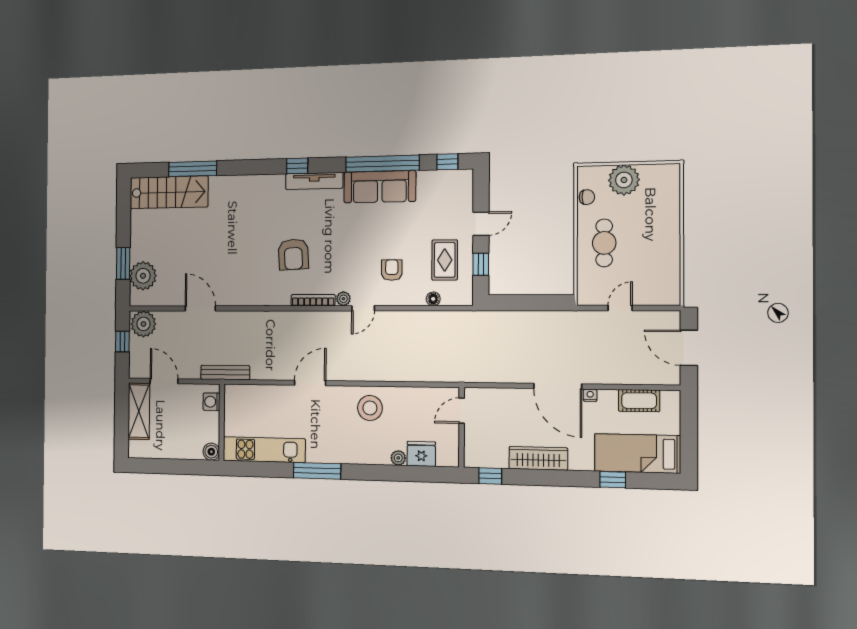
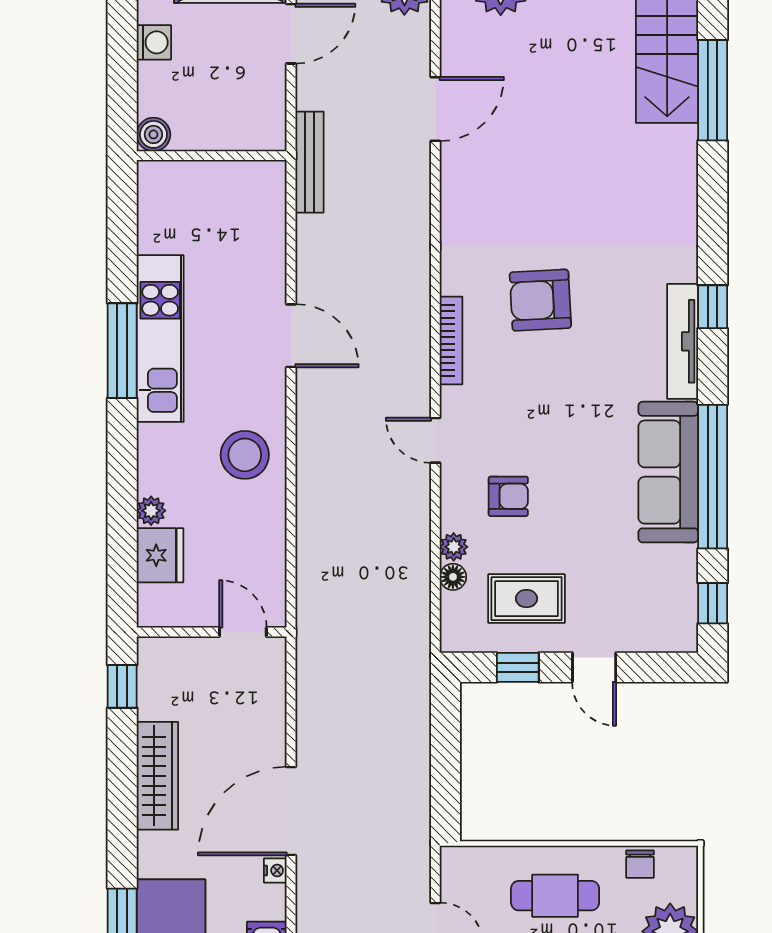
plant: (343, 299) -> (454, 547), moved
washing machine: (212, 402) -> (154, 42), moved, turned 90
kitchen unit: (264, 450) -> (160, 339), moved

